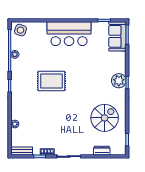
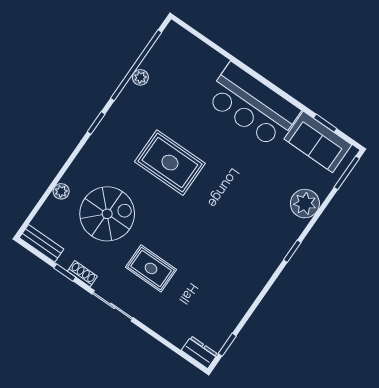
side table: (20, 30) -> (177, 44), removed
sofa: (117, 36) -> (318, 142), moved, turned -90
plant: (119, 81) -> (305, 204), moved
spiral stairs: (105, 118) -> (107, 214), moved
rug: (74, 130) -> (151, 268), added
dresser: (102, 151) -> (199, 352), moved

